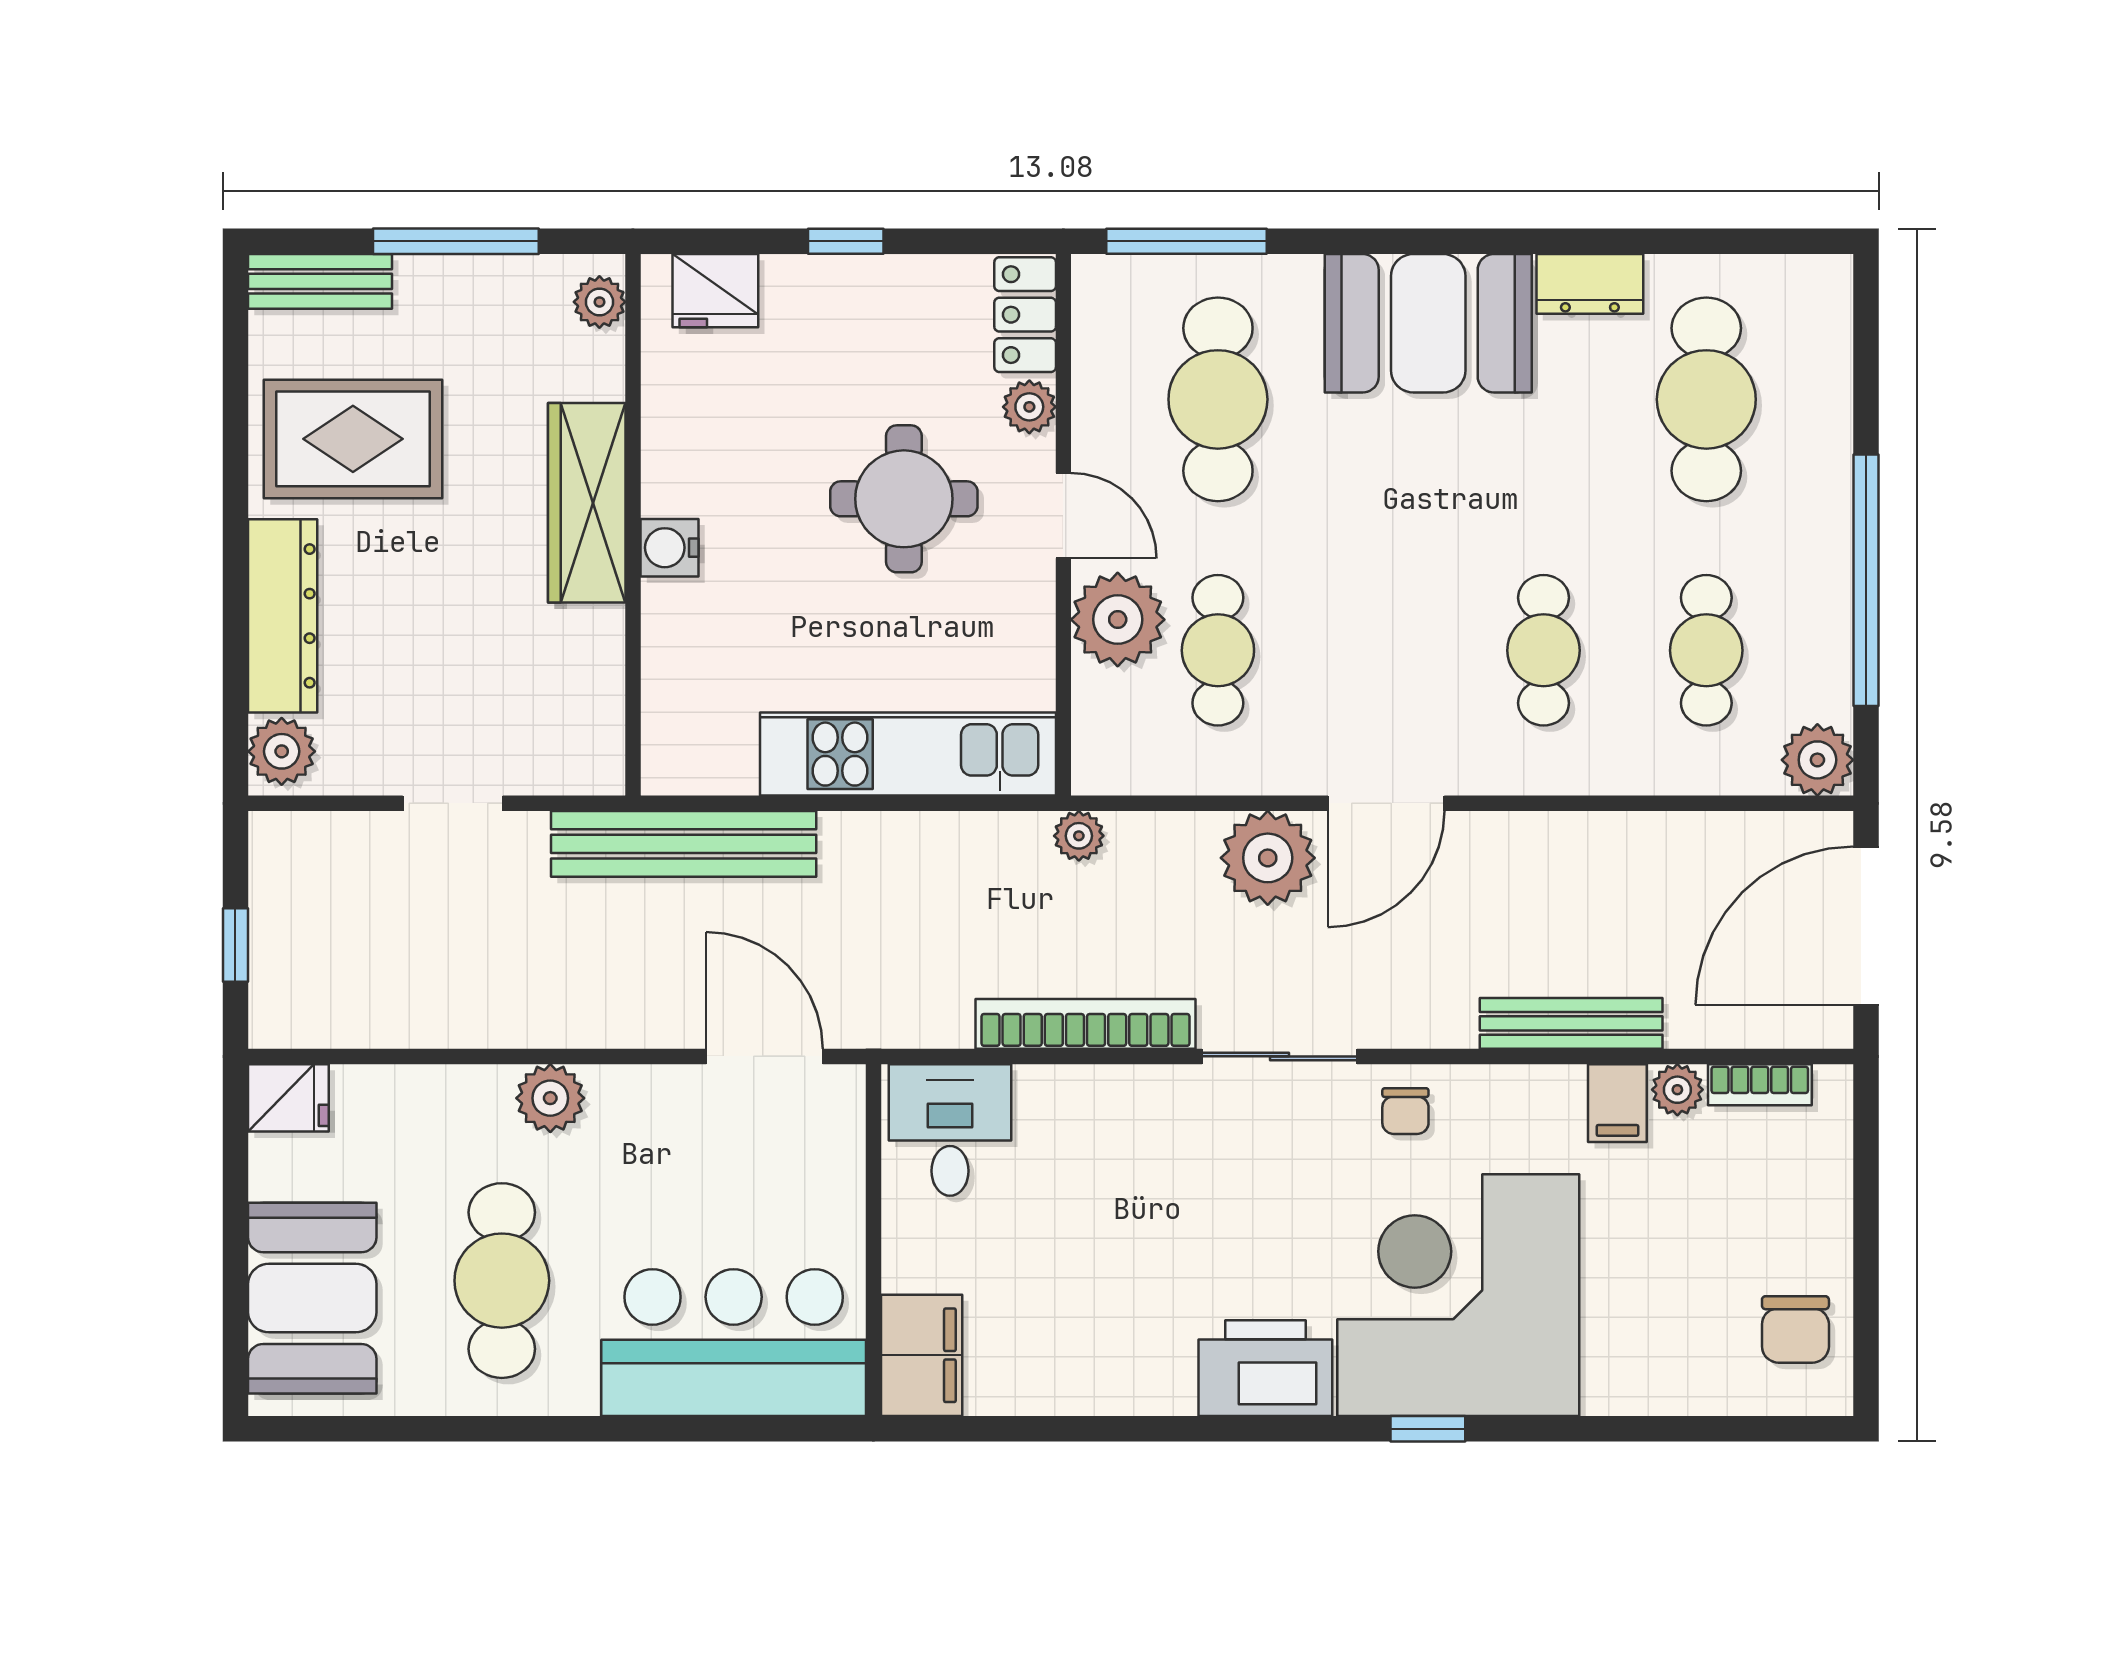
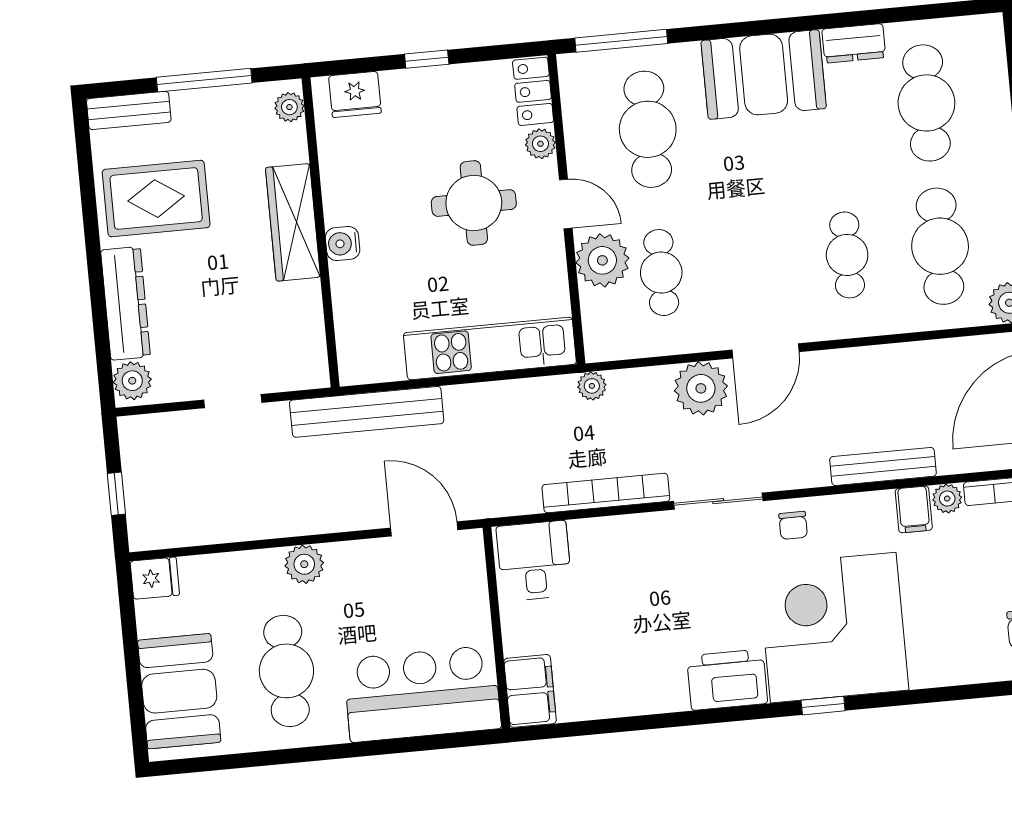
cafe table: (1706, 650) -> (940, 246), width x1.37, depth x1.35

